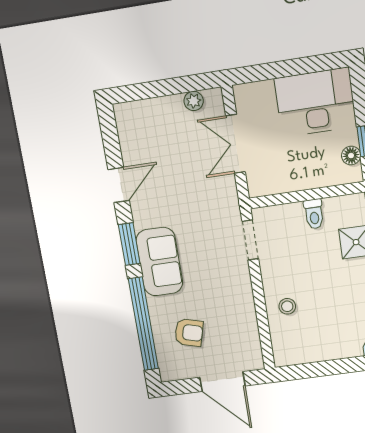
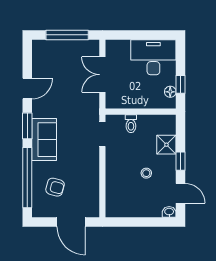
window: (168, 87) -> (67, 35), added
plant: (194, 101) -> (81, 45), removed
toilet: (314, 214) -> (131, 124), moved
stool: (287, 306) -> (146, 173), moved

